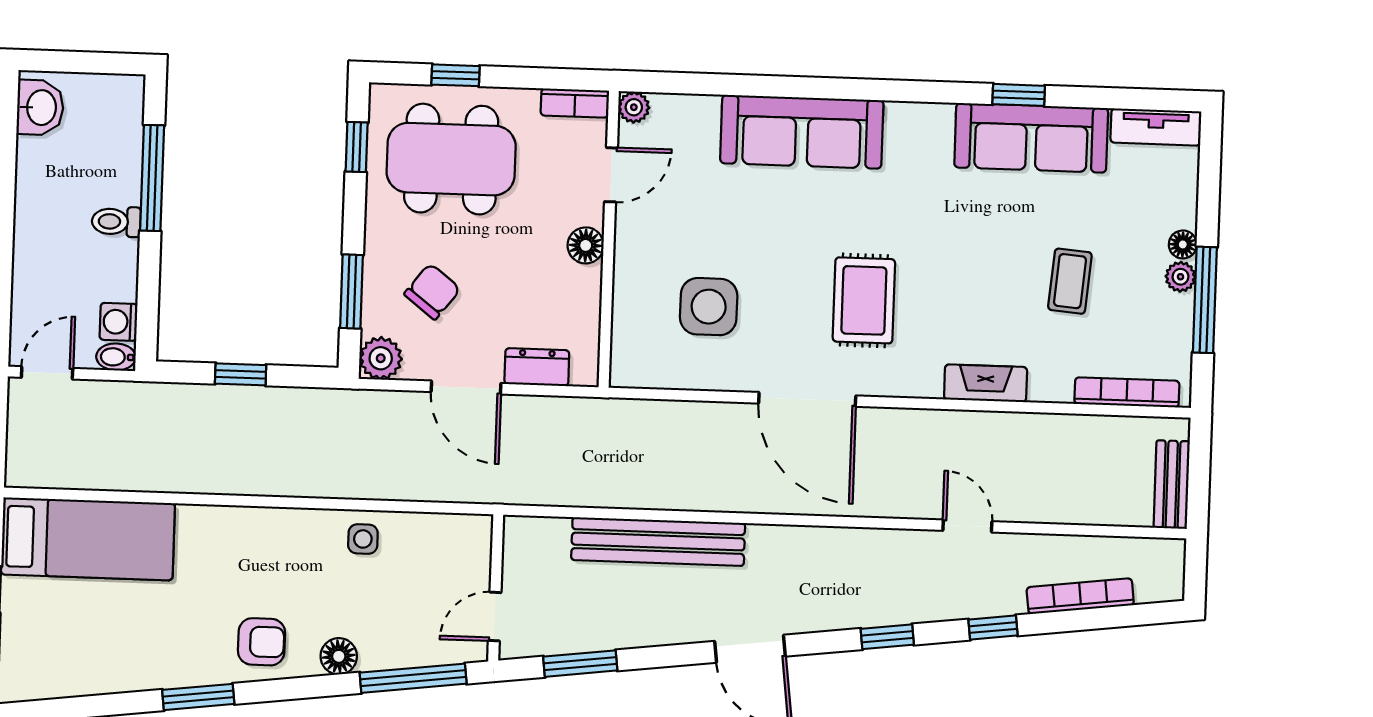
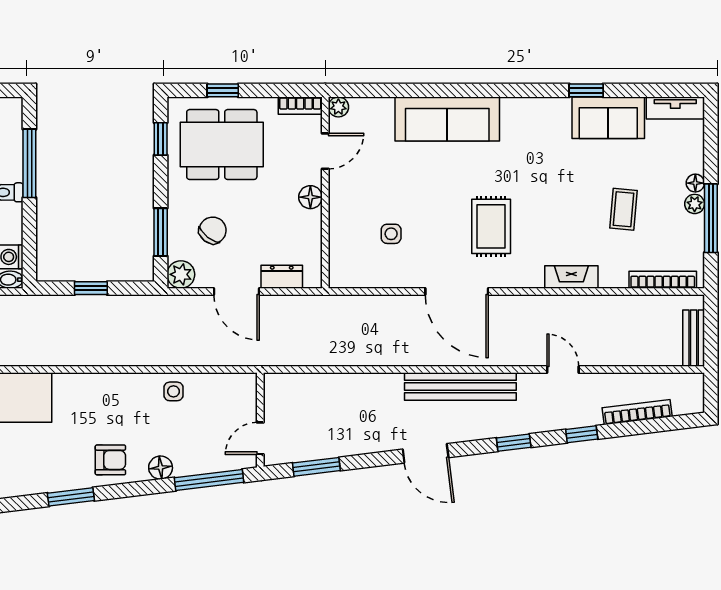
sofa: (1031, 138) -> (608, 118), width x0.73
side table: (709, 307) -> (391, 234), width x0.54, depth x0.54
bench: (658, 542) -> (460, 386), moved

